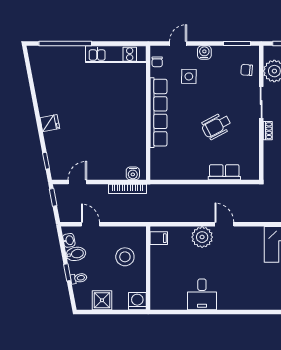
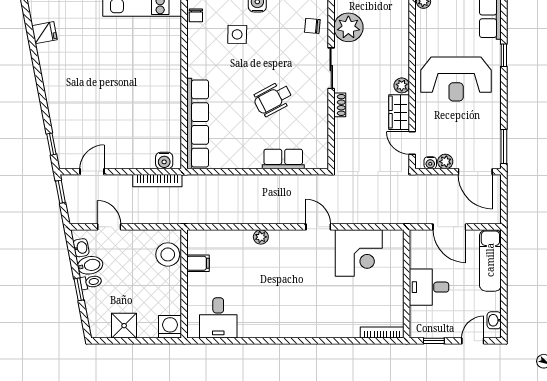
row of seats: (159, 113) -> (198, 123), moved
fridge: (50, 123) -> (44, 33), moved
door: (224, 224) -> (318, 227), moved
plant: (202, 237) -> (261, 237), width x0.53, depth x0.53
filing cabinet: (159, 238) -> (198, 263), moved
stool: (125, 257) -> (168, 254), moved
toilet: (79, 278) -> (91, 282), moved
desk: (202, 294) -> (218, 318), moved

